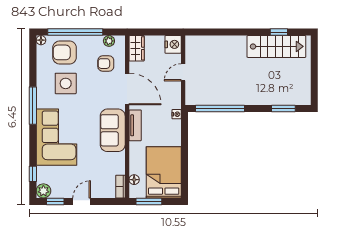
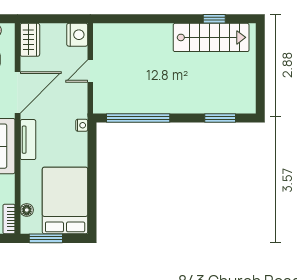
door: (127, 89) -> (18, 92), hinge flipped

